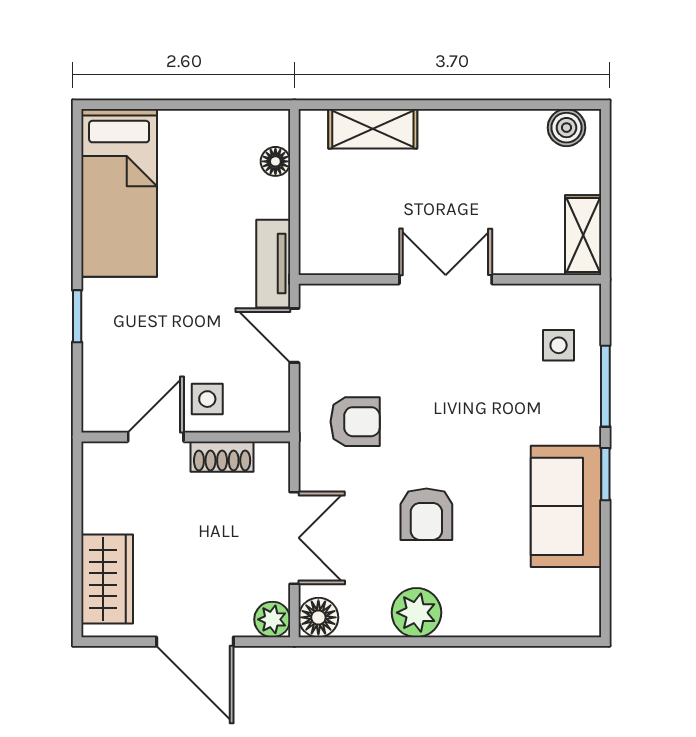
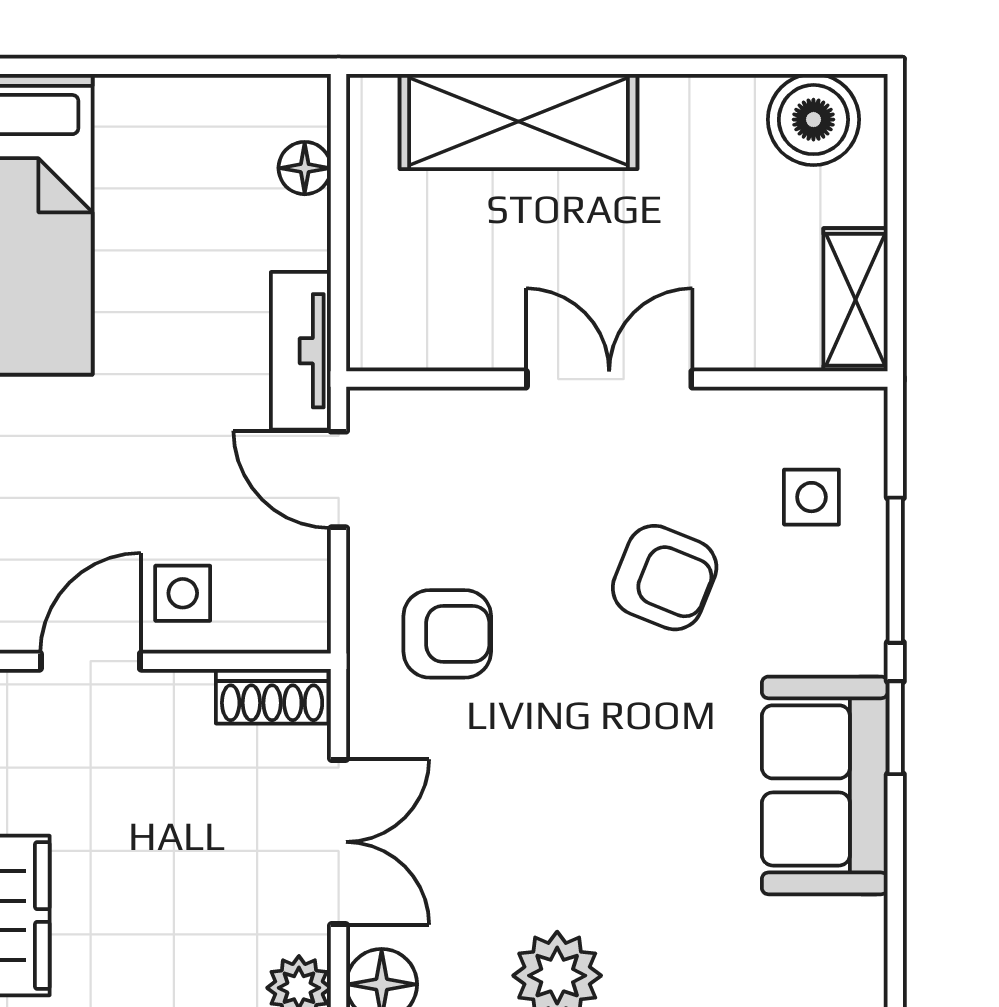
boiler: (567, 128) -> (813, 120), width x1.36, depth x1.36
shelving: (373, 129) -> (519, 121), width x1.50, depth x1.33
shoe rack: (222, 457) -> (272, 696), moved
armchair: (426, 514) -> (665, 578), moved, turned -68

